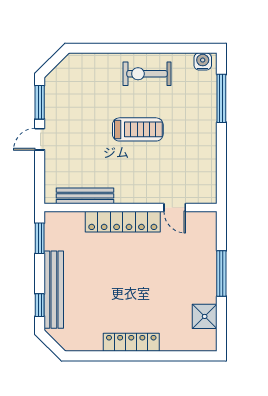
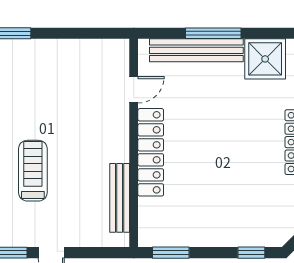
treadmill: (138, 129) -> (33, 171), moved
bench: (54, 290) -> (196, 50), moved
shower: (205, 316) -> (265, 59), width x1.36, depth x1.36

